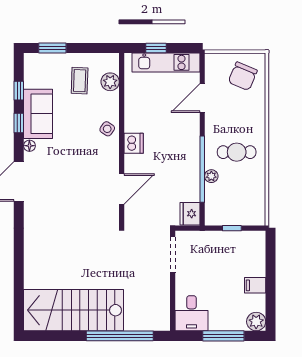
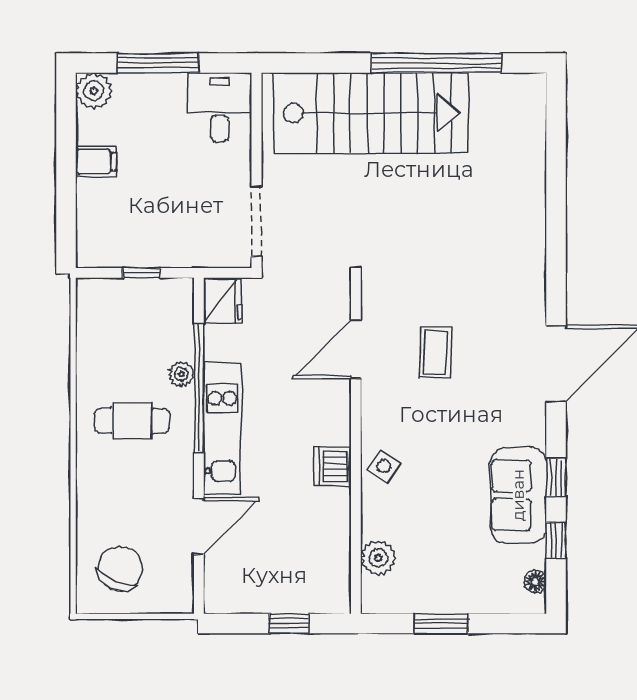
window: (52, 48) -> (441, 624), moved
kitchen unit: (166, 62) -> (222, 429), moved, turned 90
coffee table: (80, 81) -> (436, 352), moved
dishwasher: (134, 143) -> (333, 467), moved
floor lamp: (29, 146) -> (535, 581), moved
stairs: (74, 310) -> (371, 113), moved
window: (120, 336) -> (436, 63), moved

